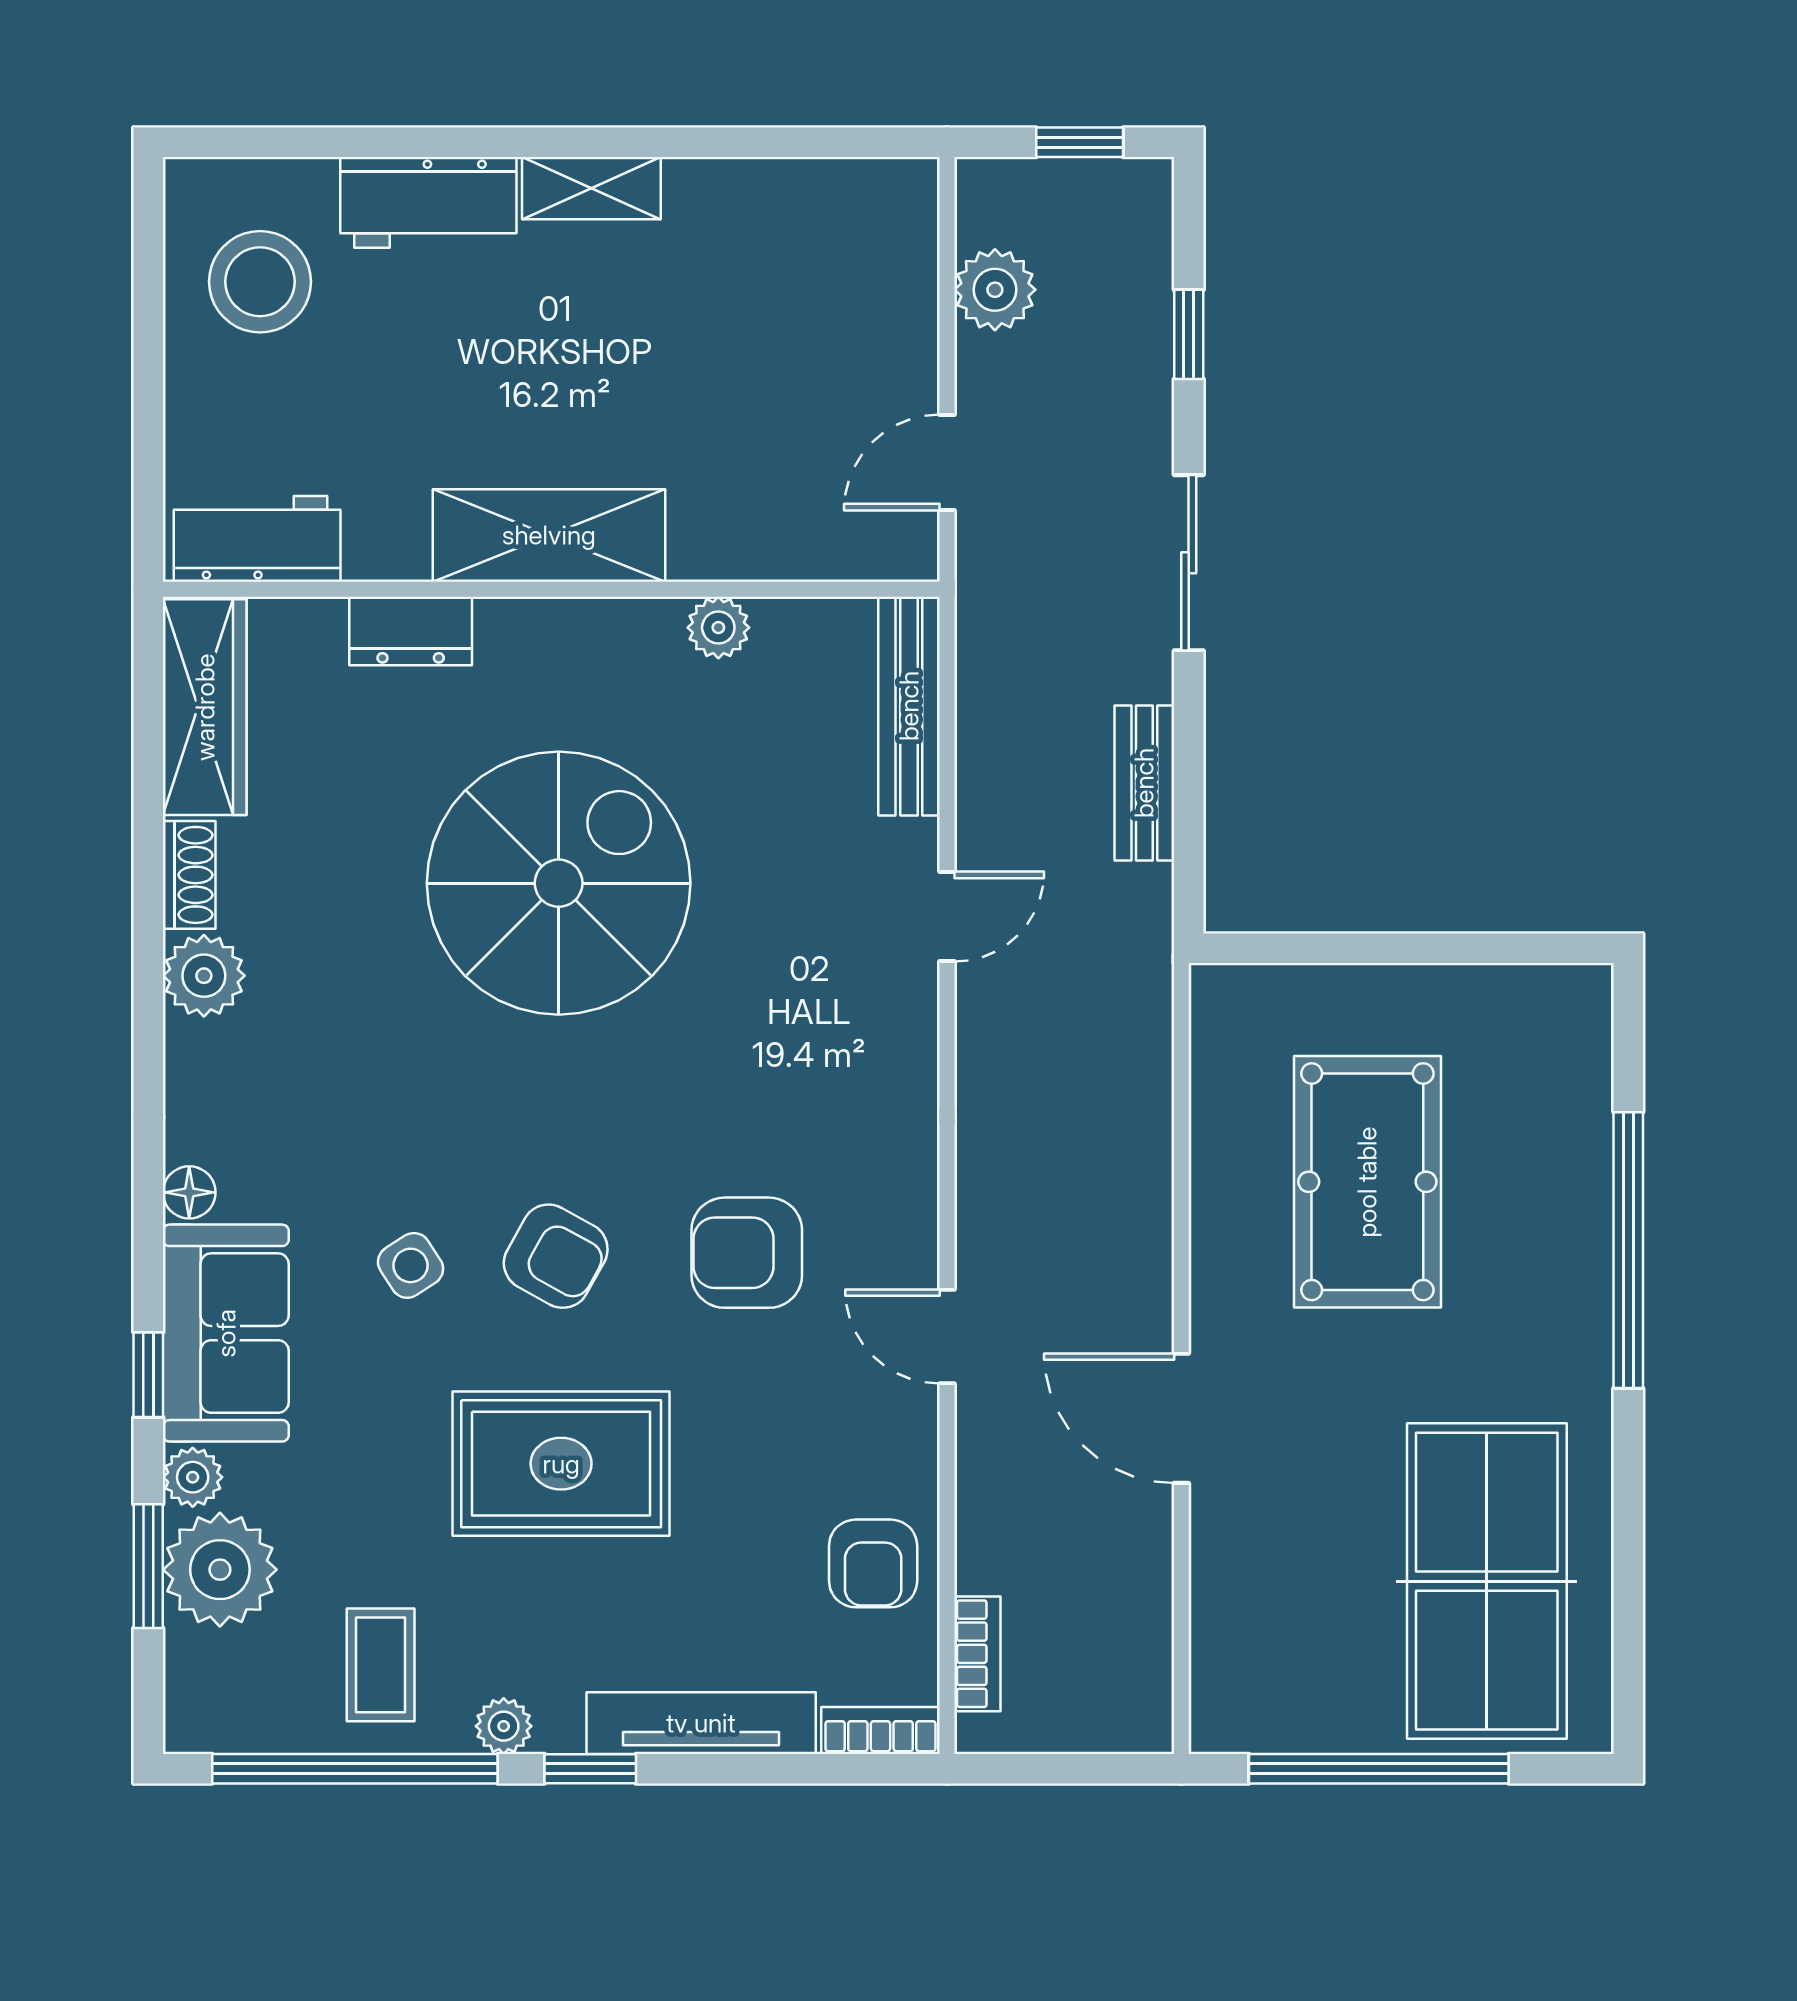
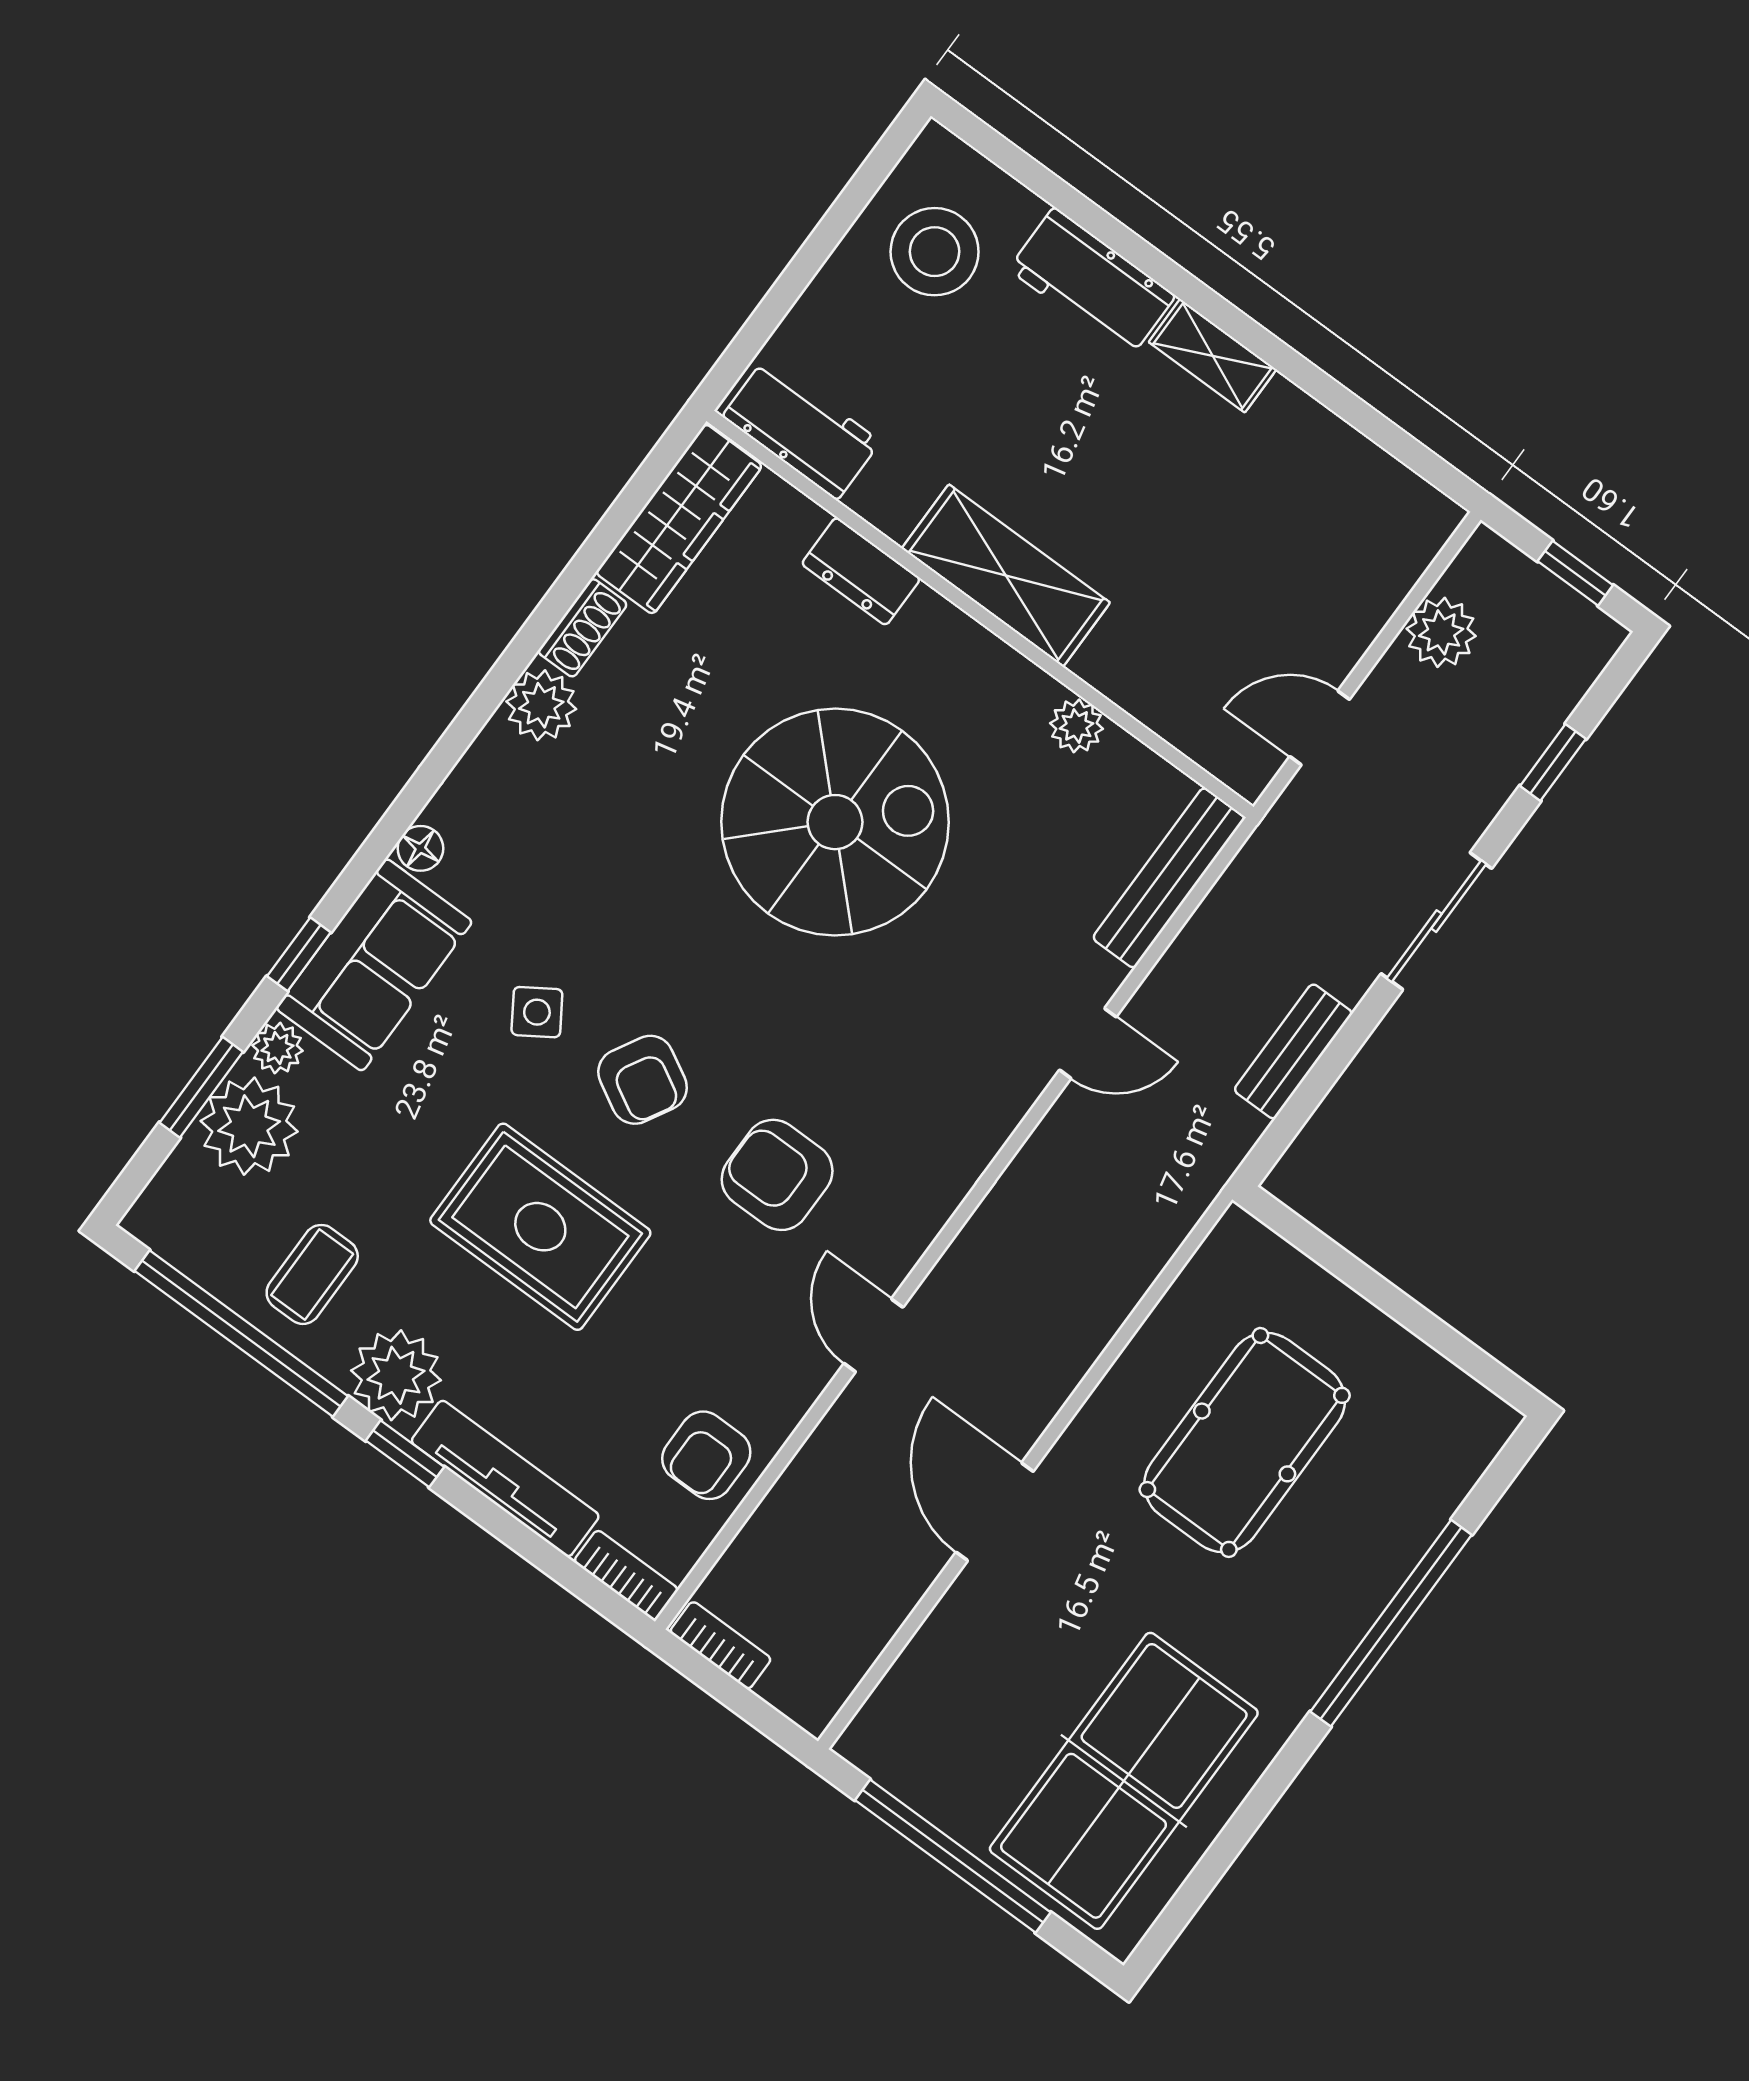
bookcase: (977, 1654) -> (720, 1645), moved, turned -90
plant: (504, 1726) -> (396, 1375), width x1.88, depth x1.88

